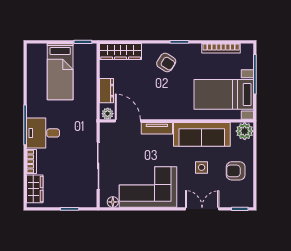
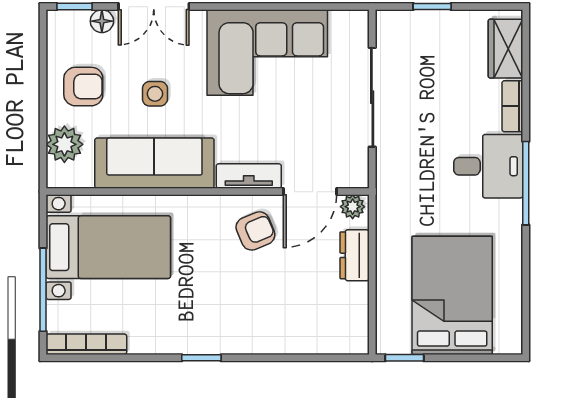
bookcase: (221, 48) -> (86, 344), moved
wardrobe: (121, 51) -> (325, 338), removed
armchair: (166, 62) -> (255, 231), moved, turned 124
bed: (60, 72) -> (452, 295), width x1.50
door: (128, 121) -> (310, 192), hinge flipped
plant: (245, 131) -> (64, 144), moved
floor lamp: (113, 202) -> (102, 21), moved

